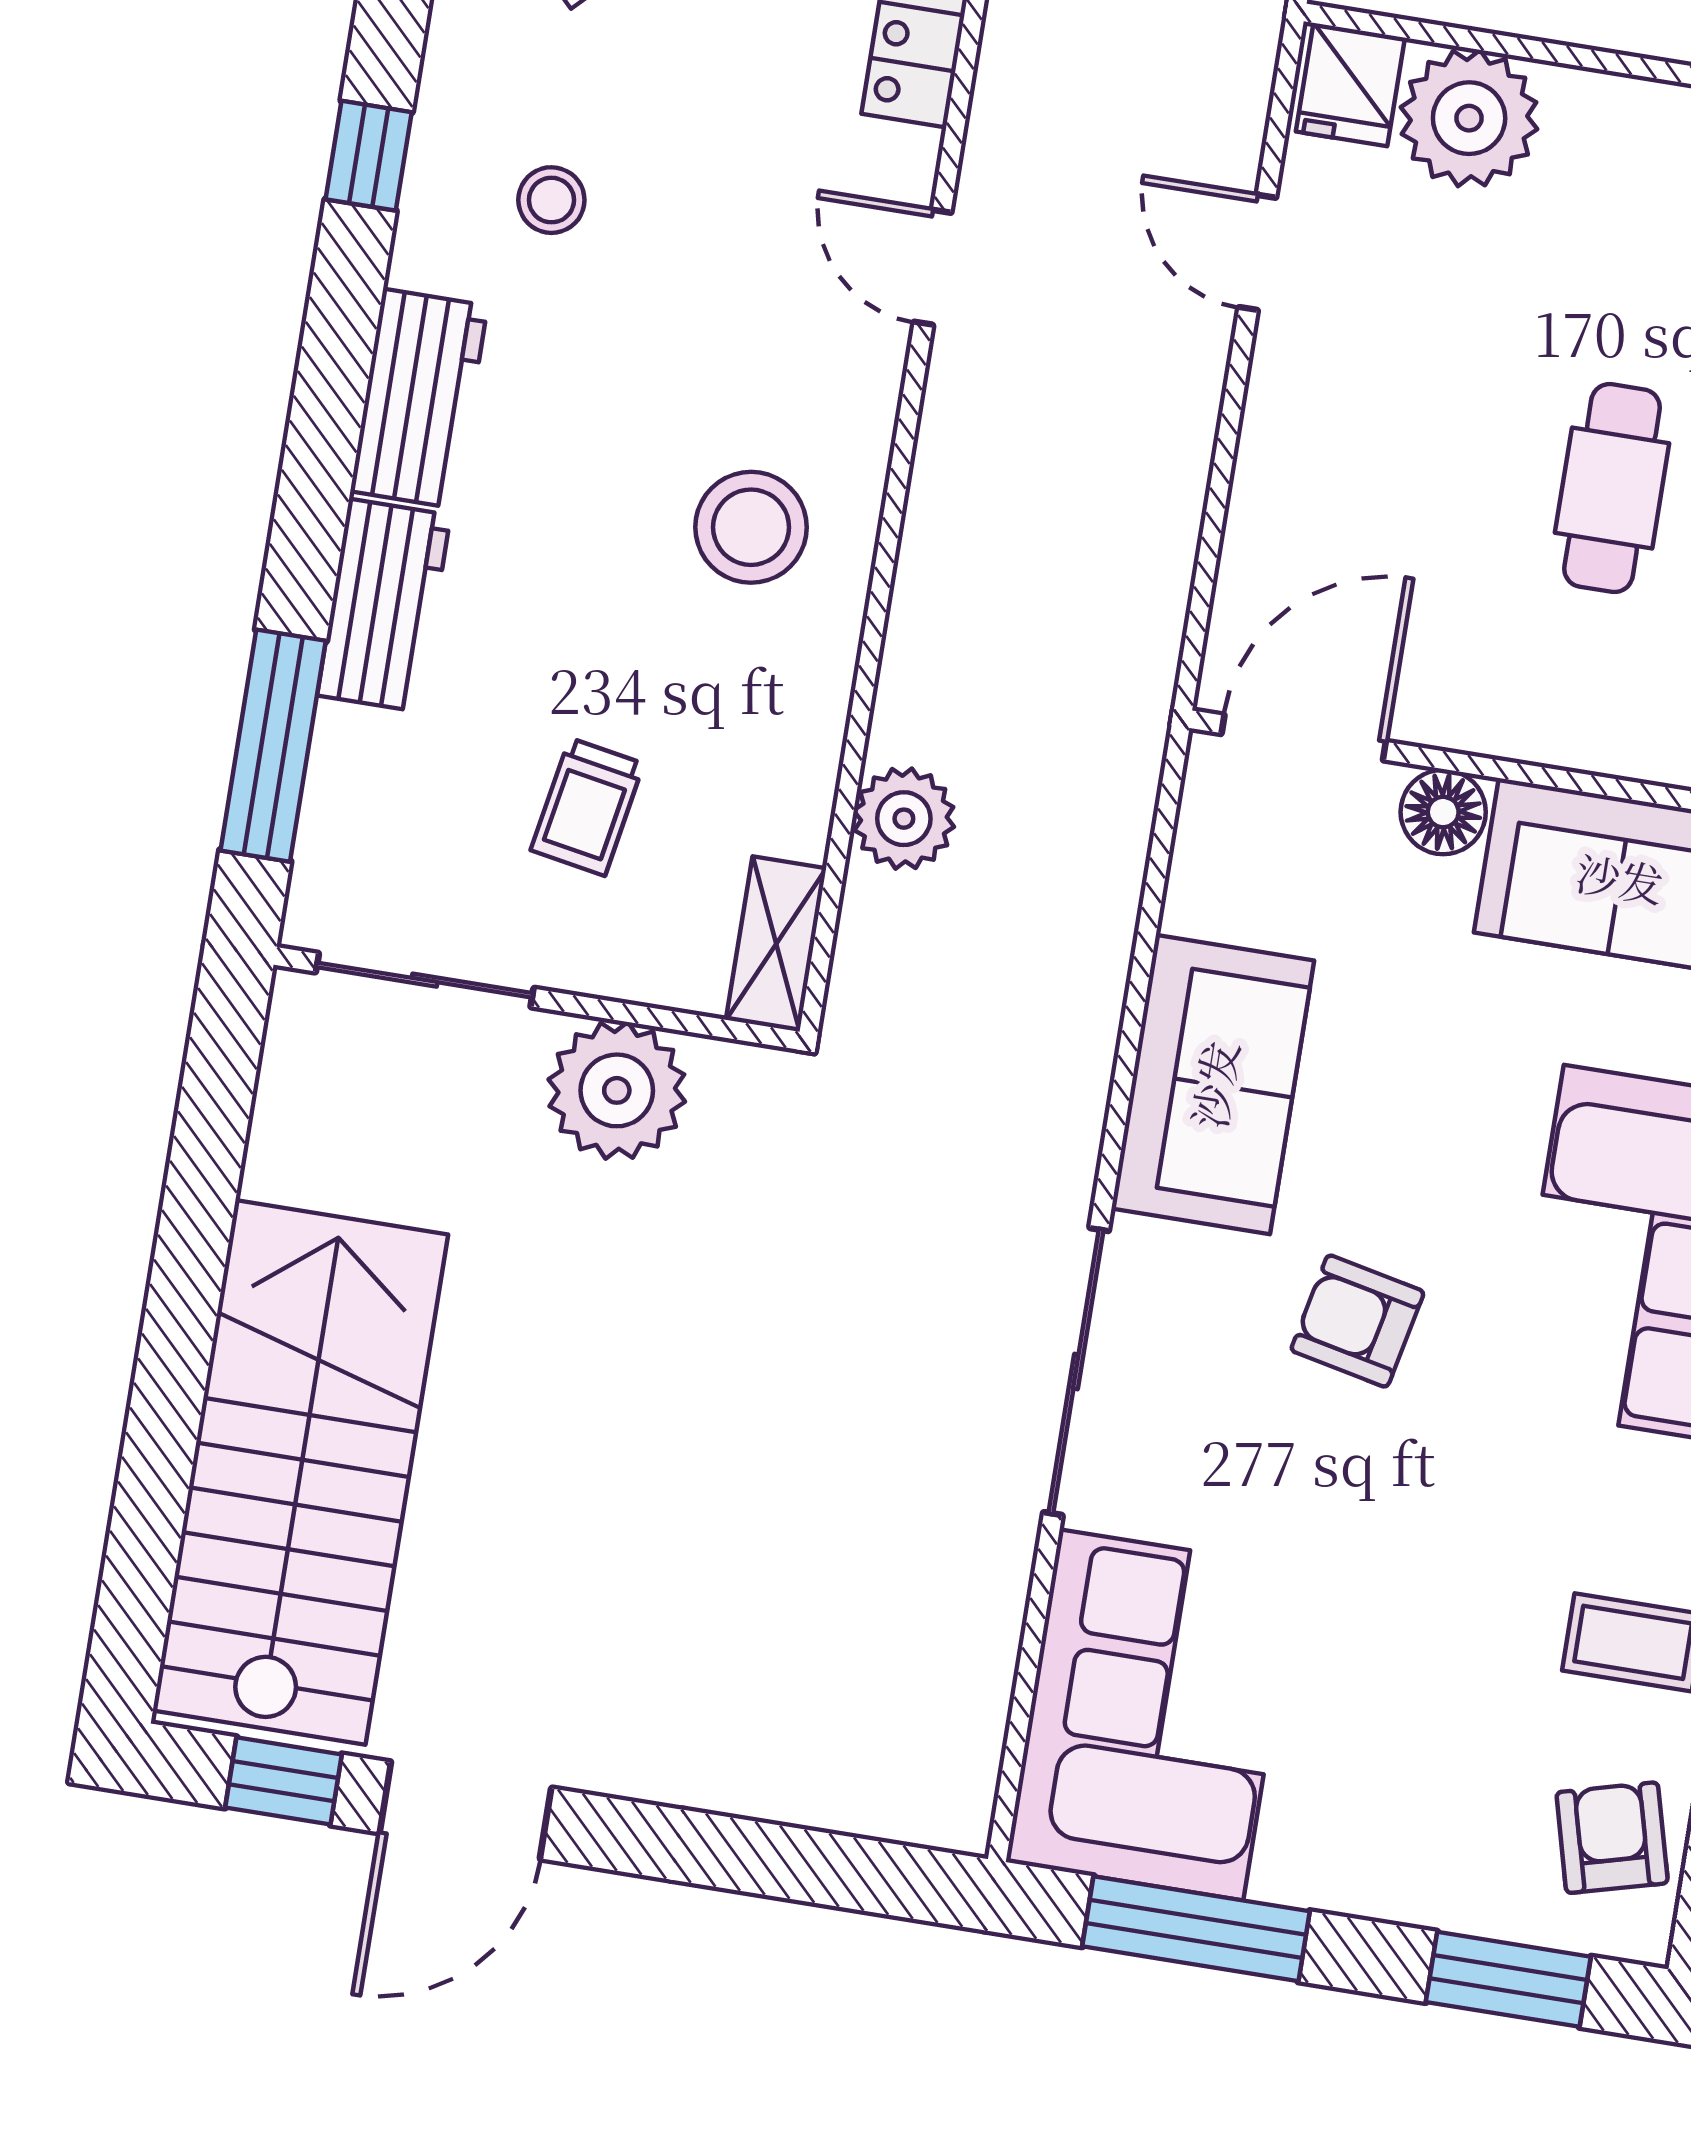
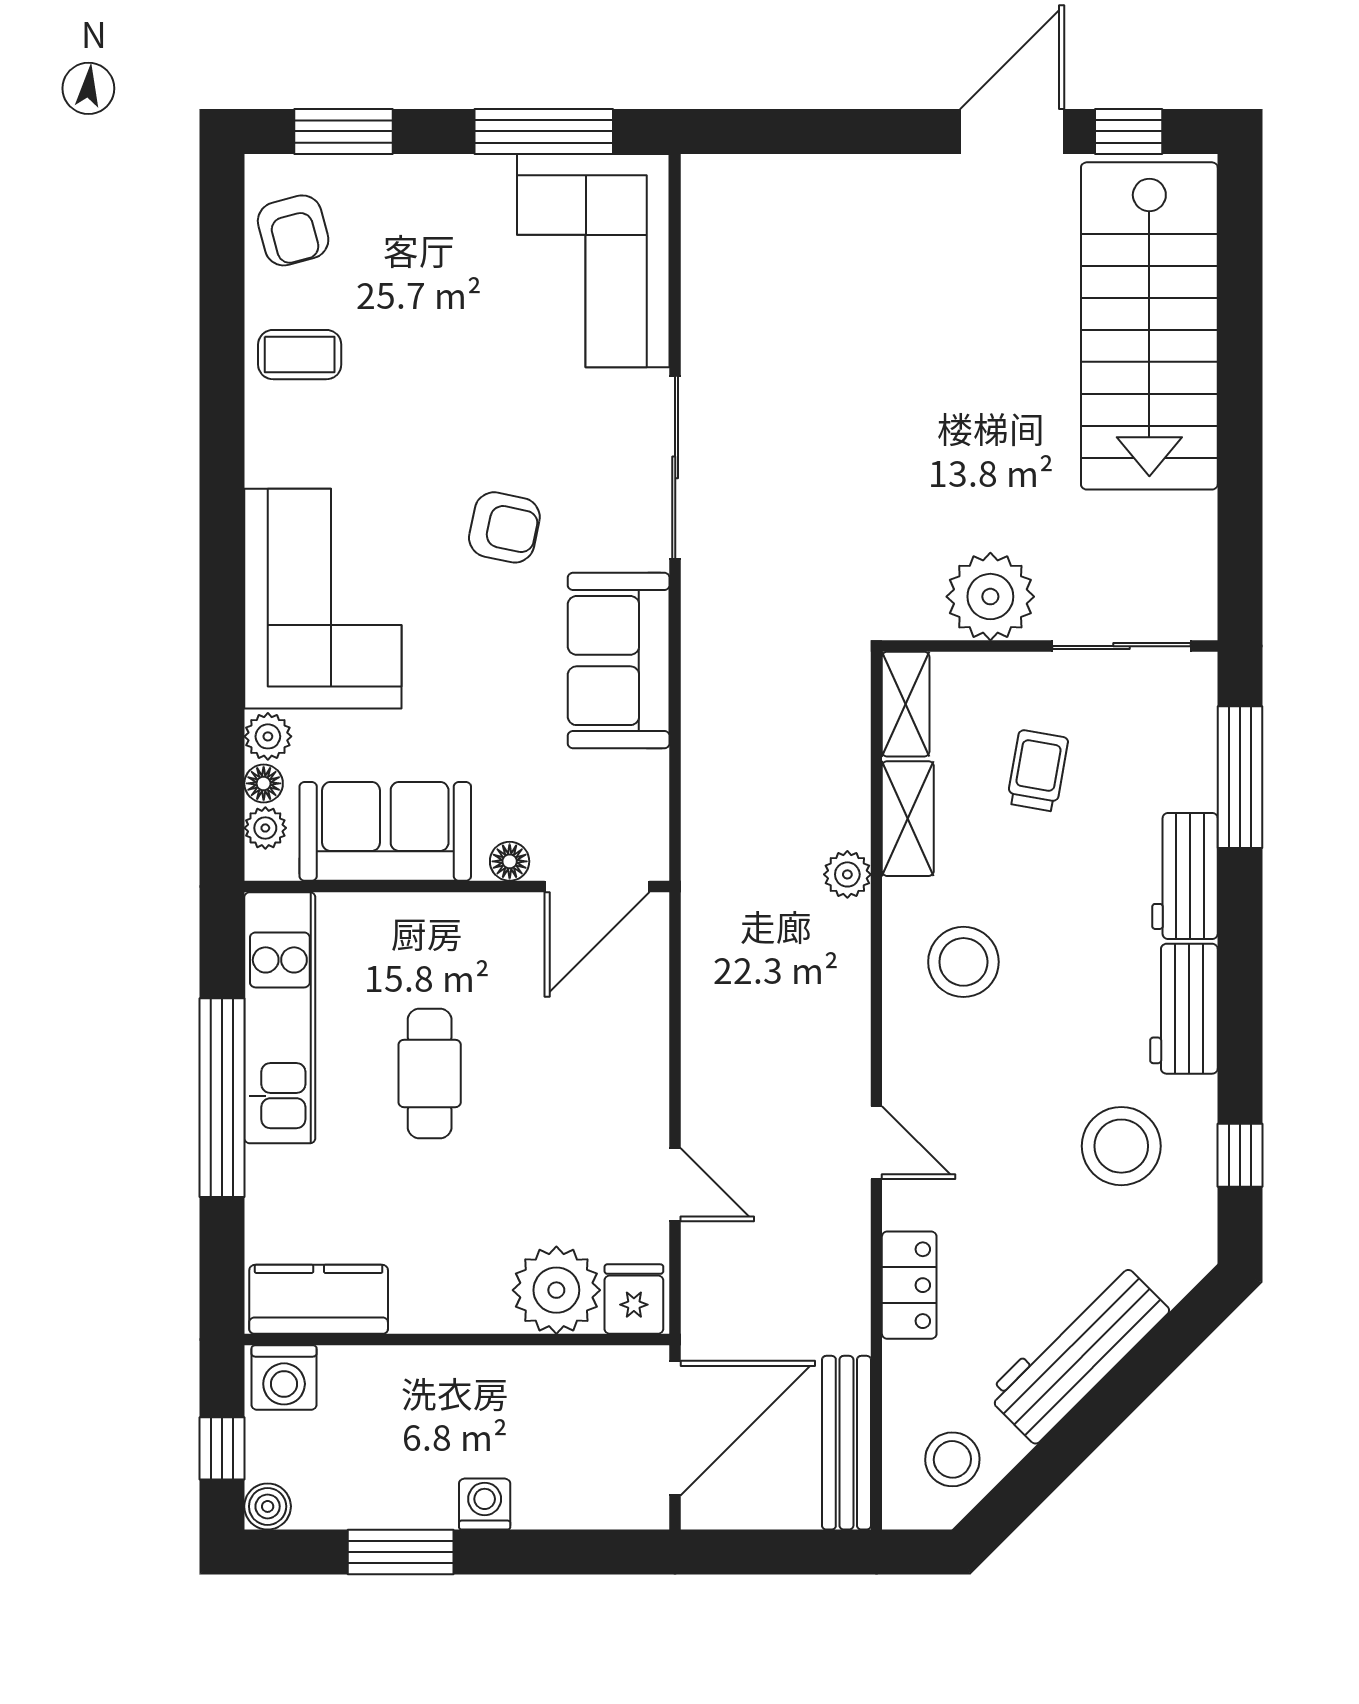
stool: (551, 200) -> (1121, 1146), width x1.89, depth x1.89
shelving: (802, 765) -> (908, 819), added
floor lamp: (1443, 812) -> (510, 861), width x0.73, depth x0.73
plant: (904, 819) -> (847, 874), moved, width x0.73, depth x0.73

